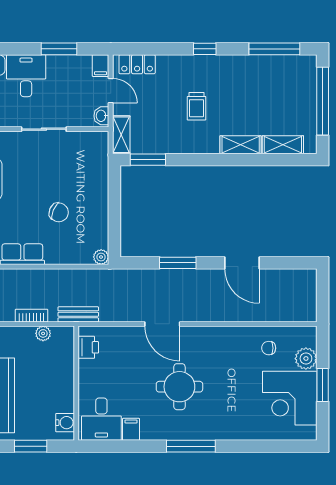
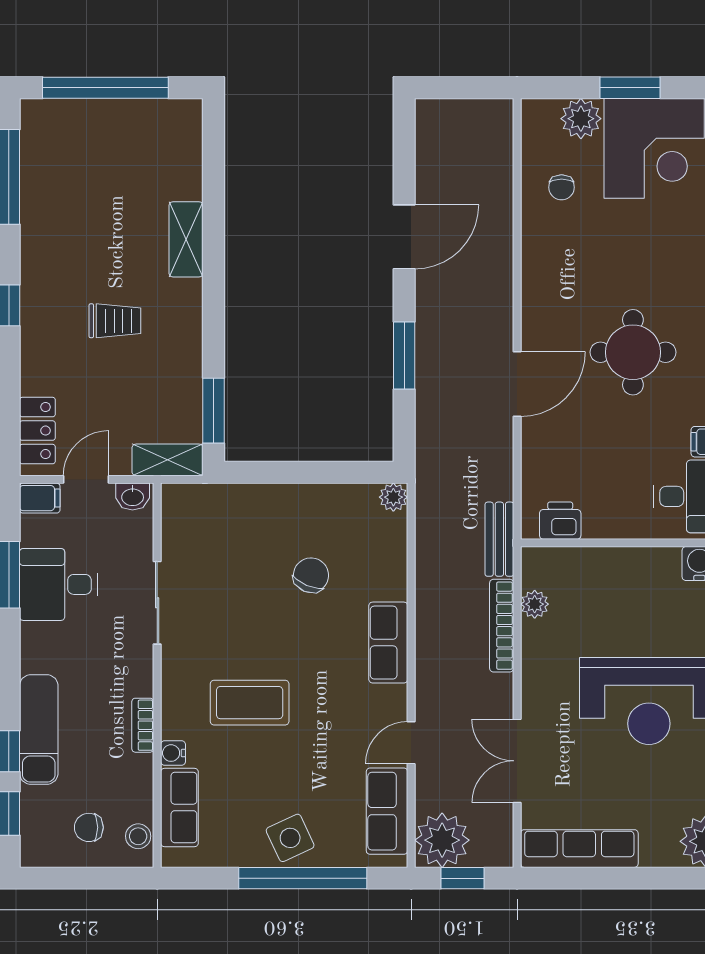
desk: (26, 76) -> (58, 584), moved
shelving: (283, 145) -> (186, 161), removed
bookcase: (31, 316) -> (502, 626), width x1.56

